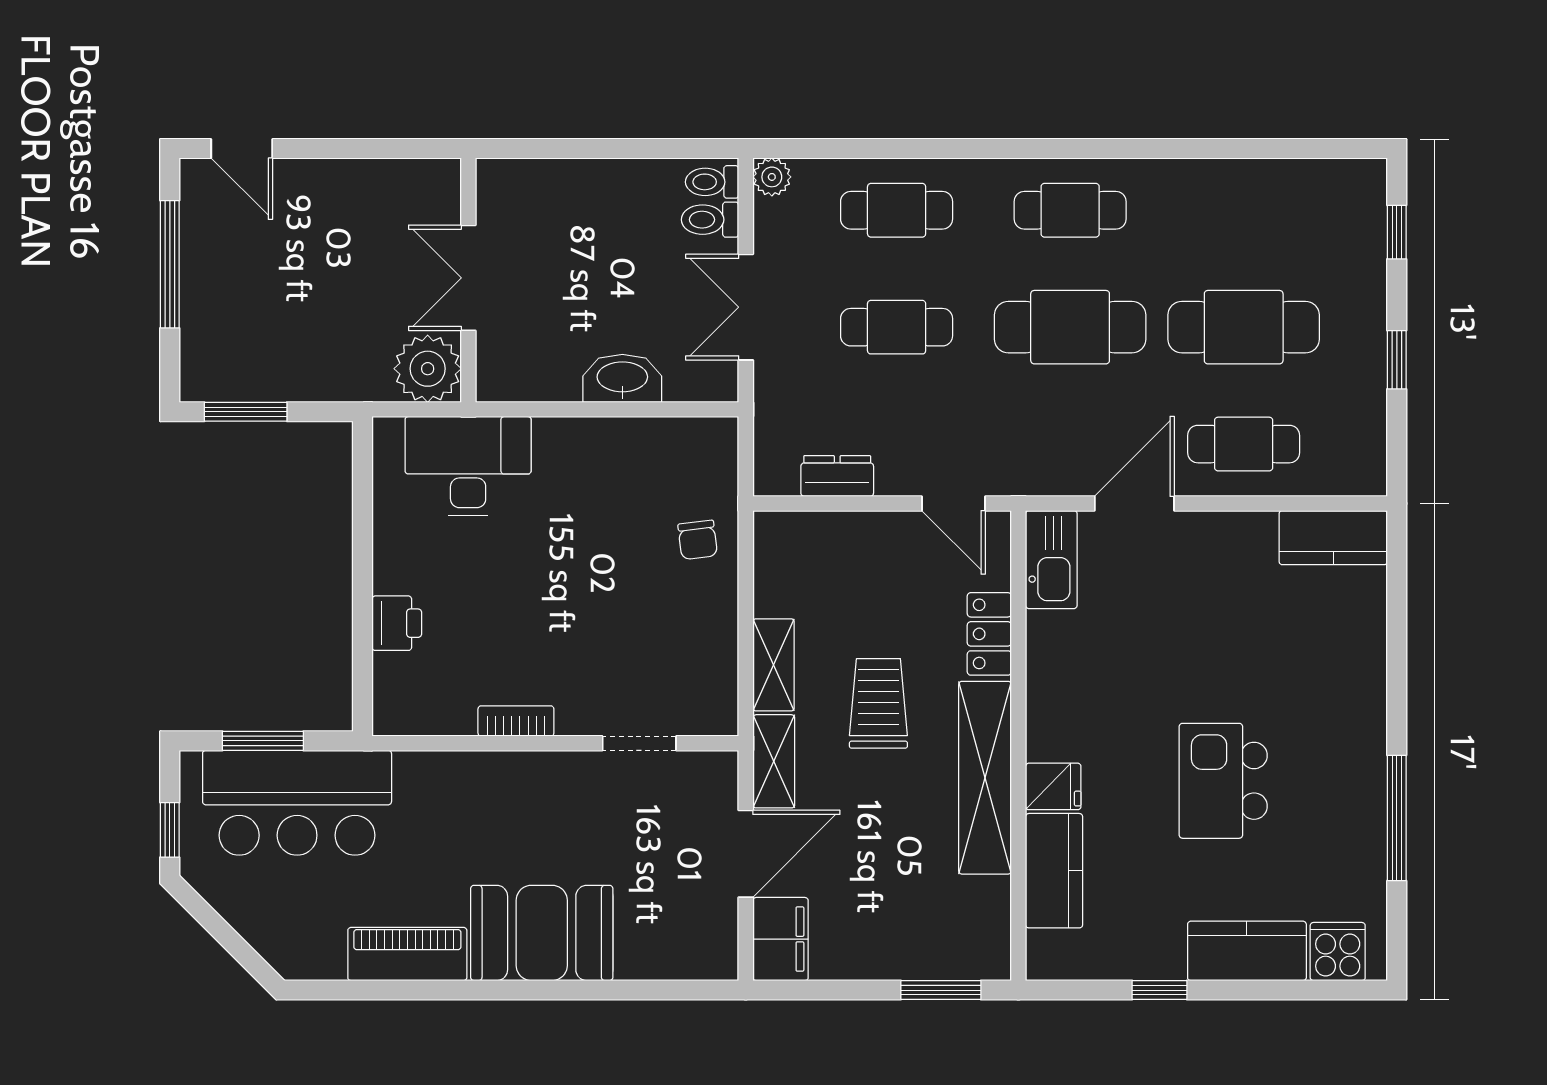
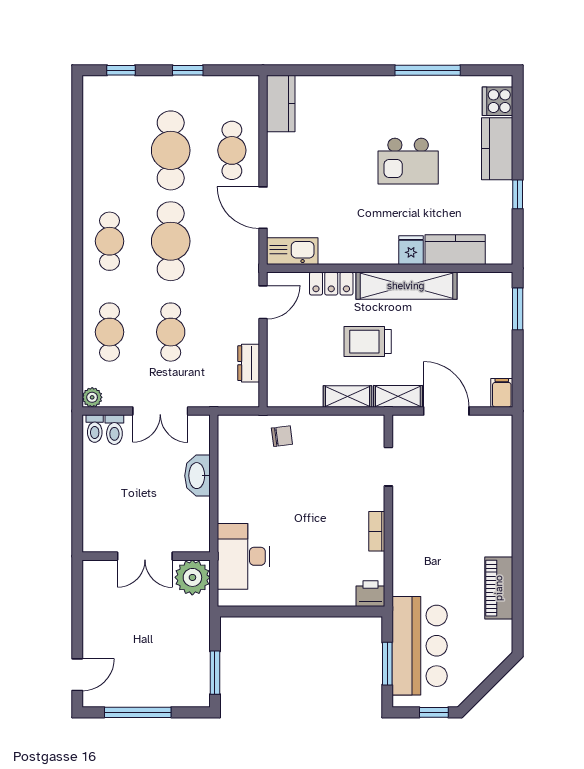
printer: (397, 623) -> (370, 594), moved
booth: (542, 933) -> (488, 518), removed
filing cabinet: (780, 939) -> (502, 393), width x0.50

